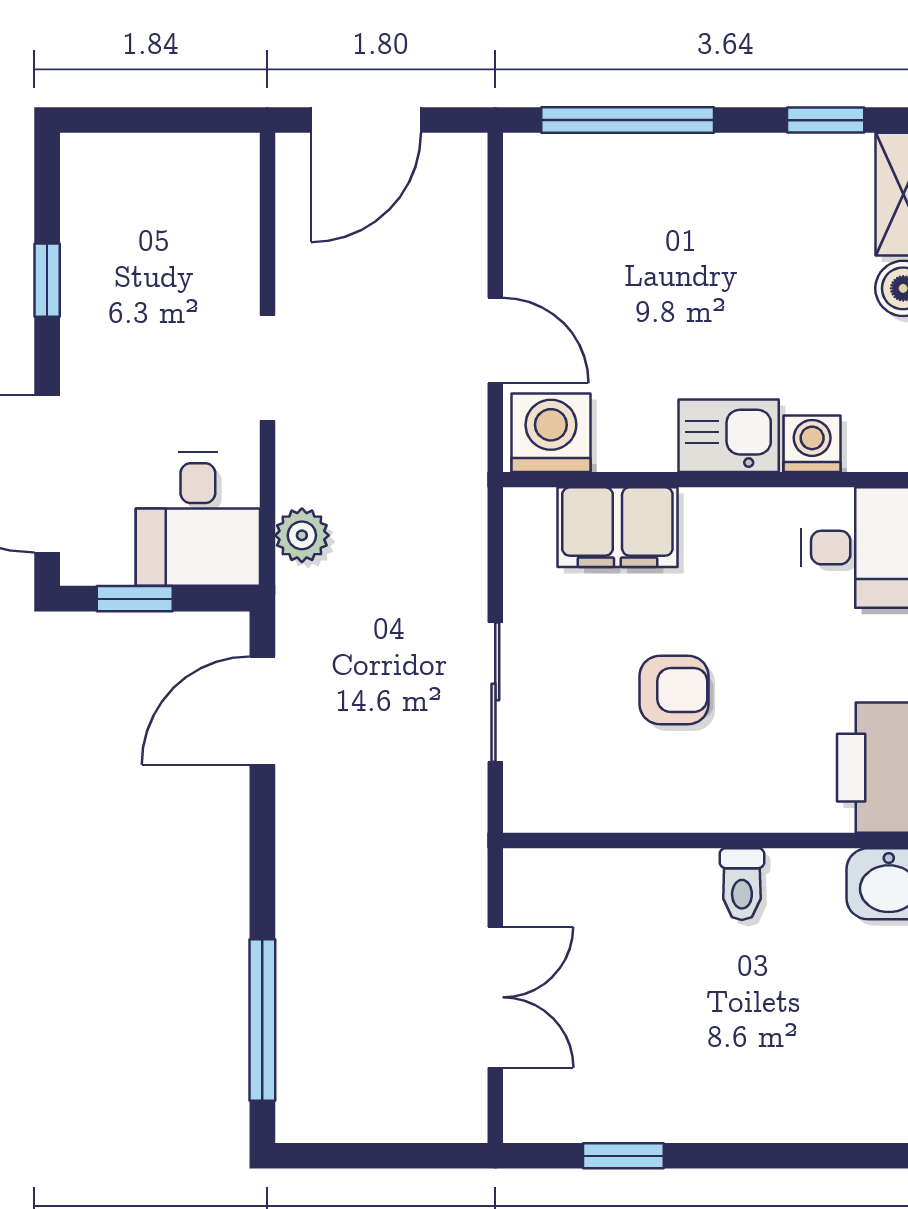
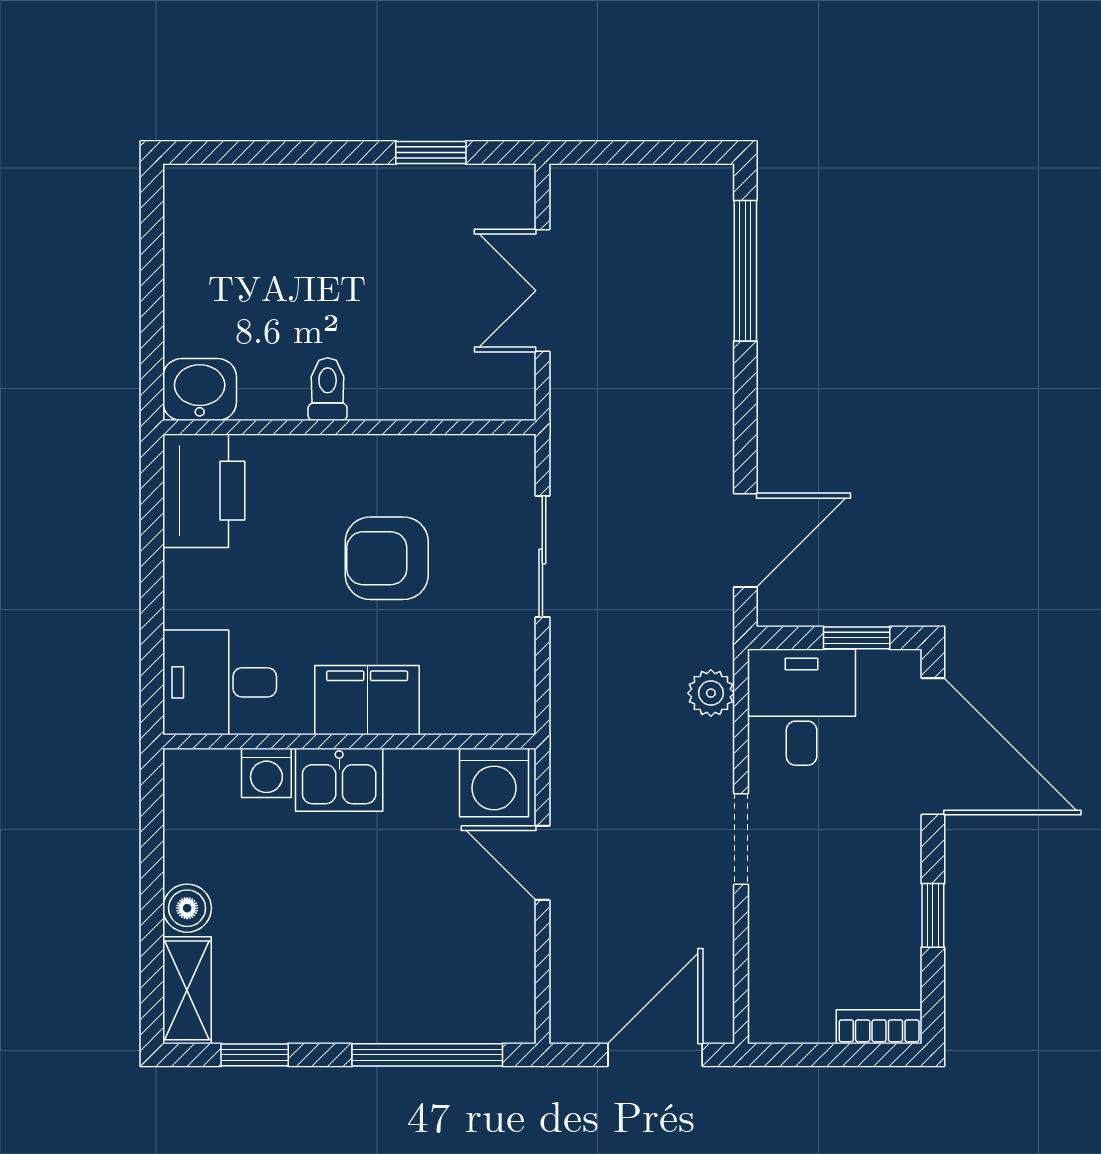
bookcase: (109, 152) -> (879, 1027), added
filing cabinet: (617, 527) -> (367, 700), moved
armchair: (674, 690) -> (387, 558), width x1.38, depth x1.38

